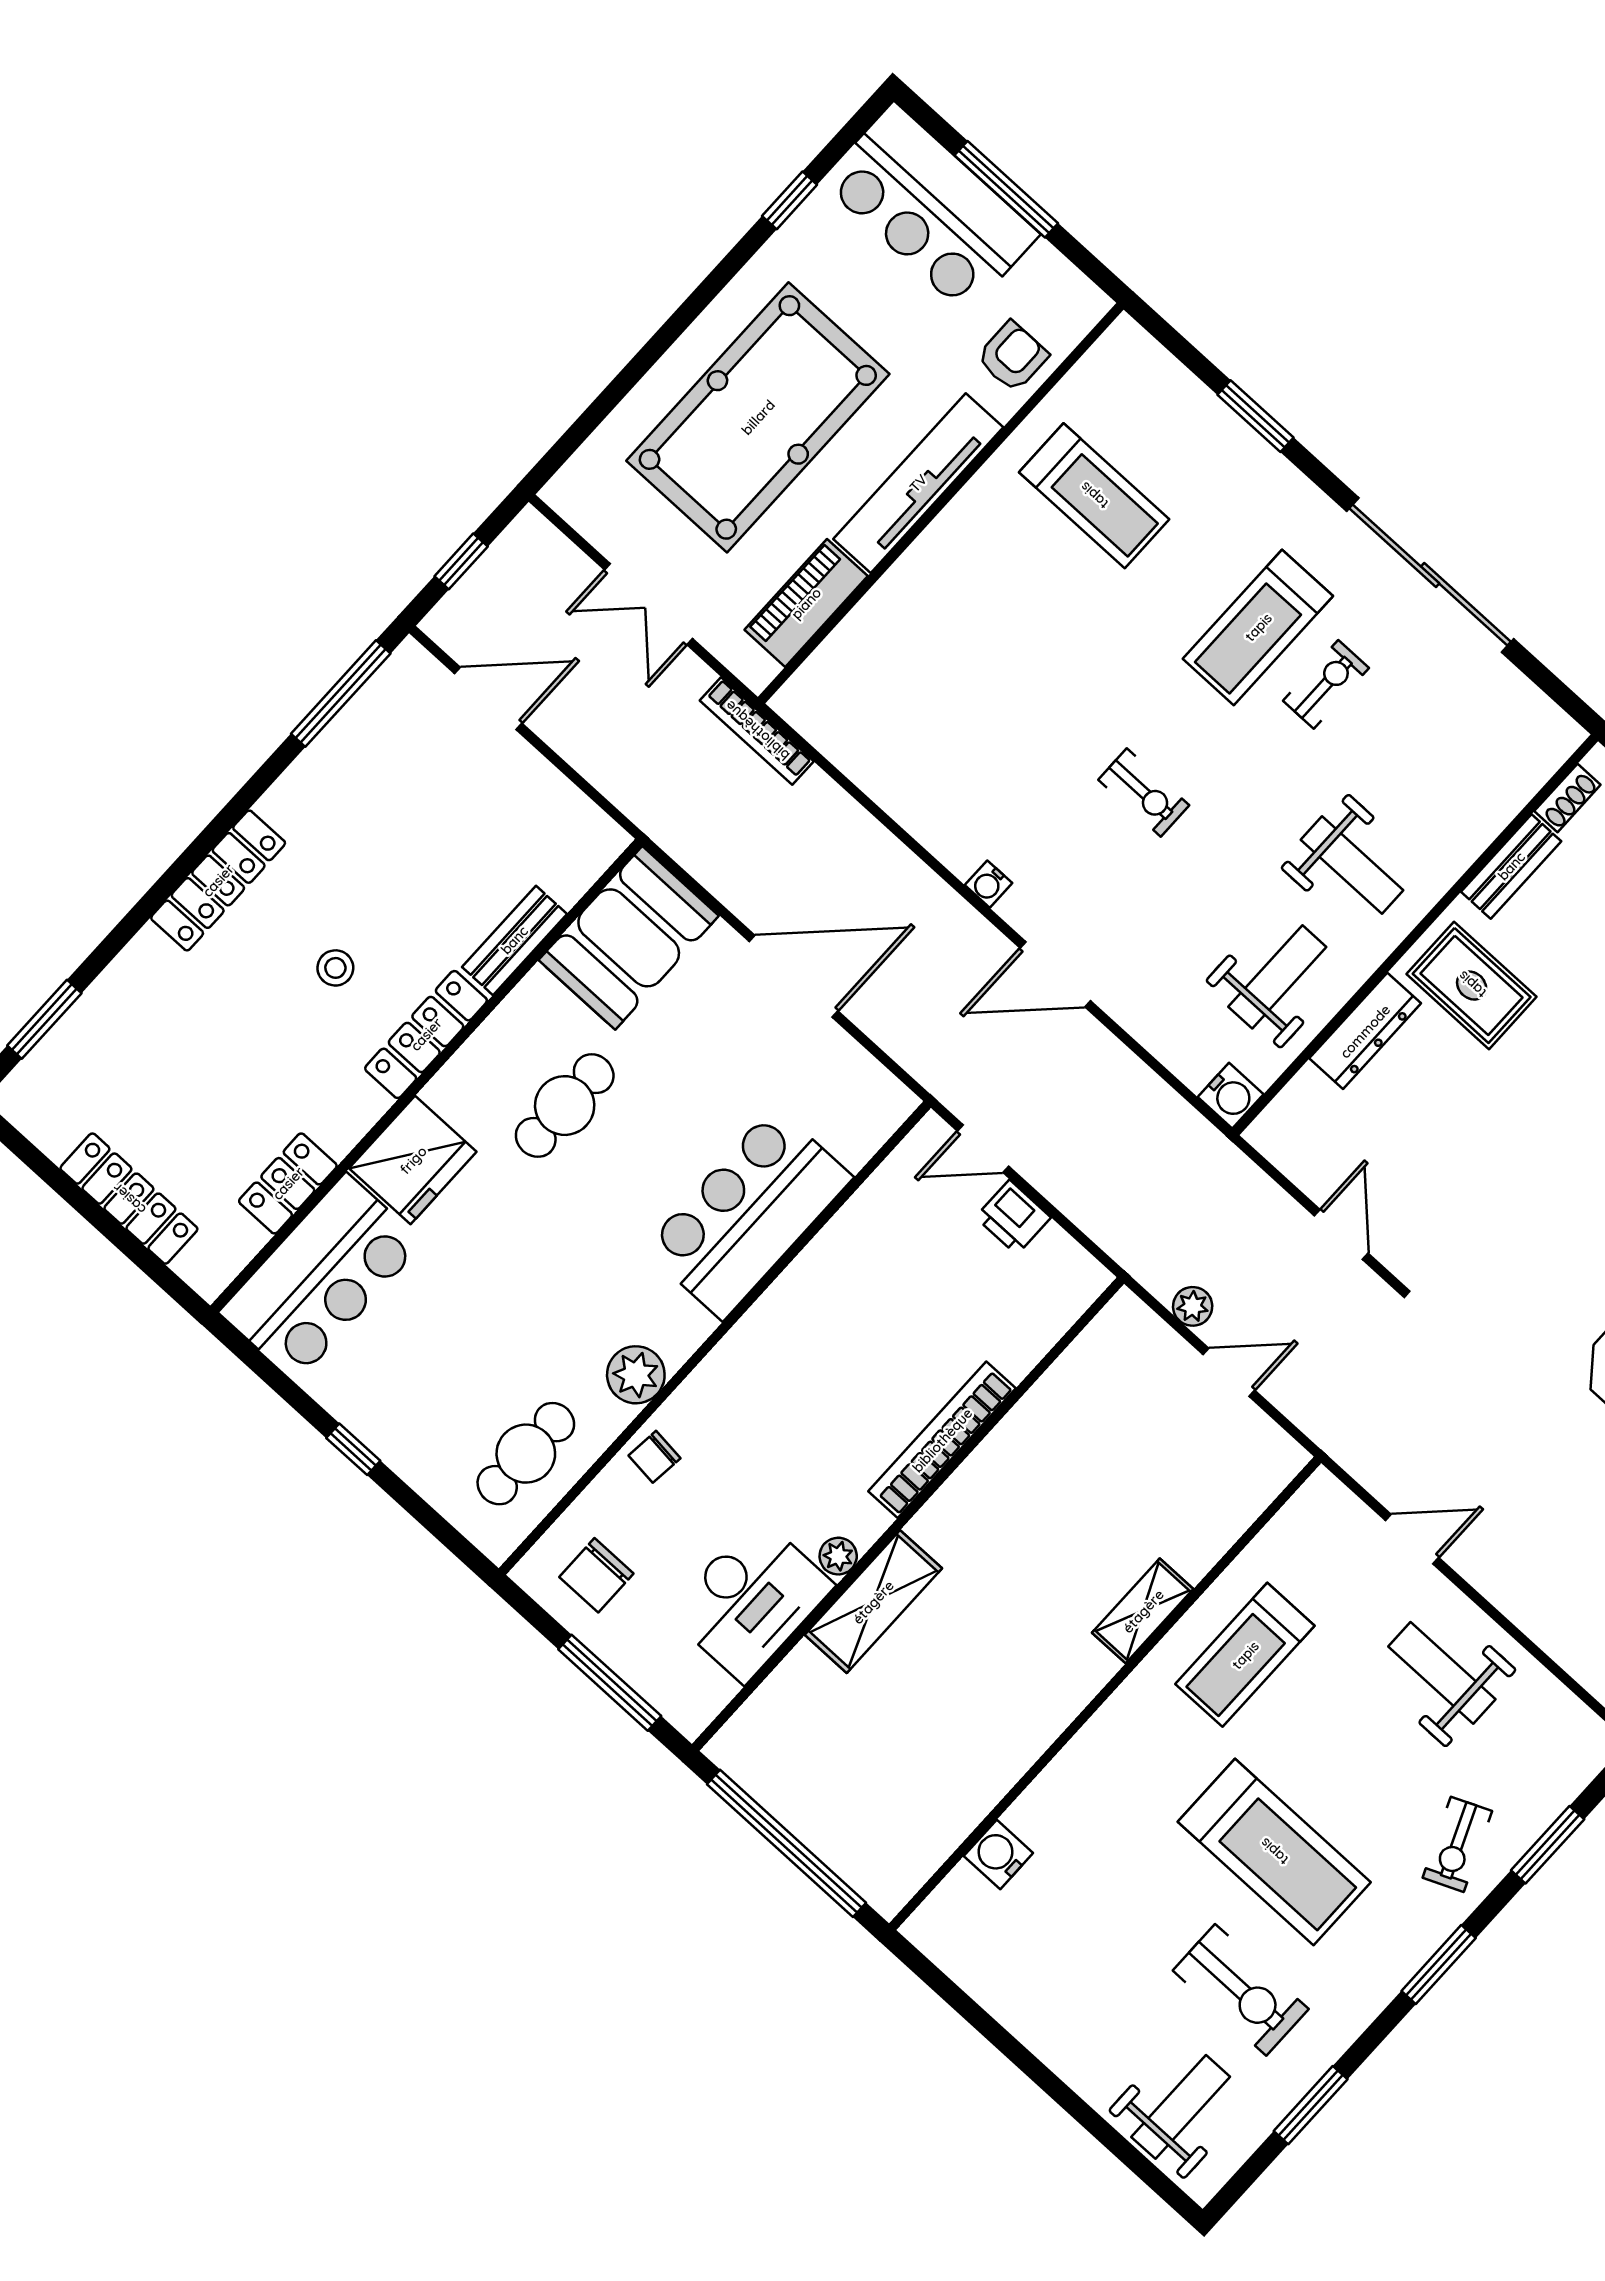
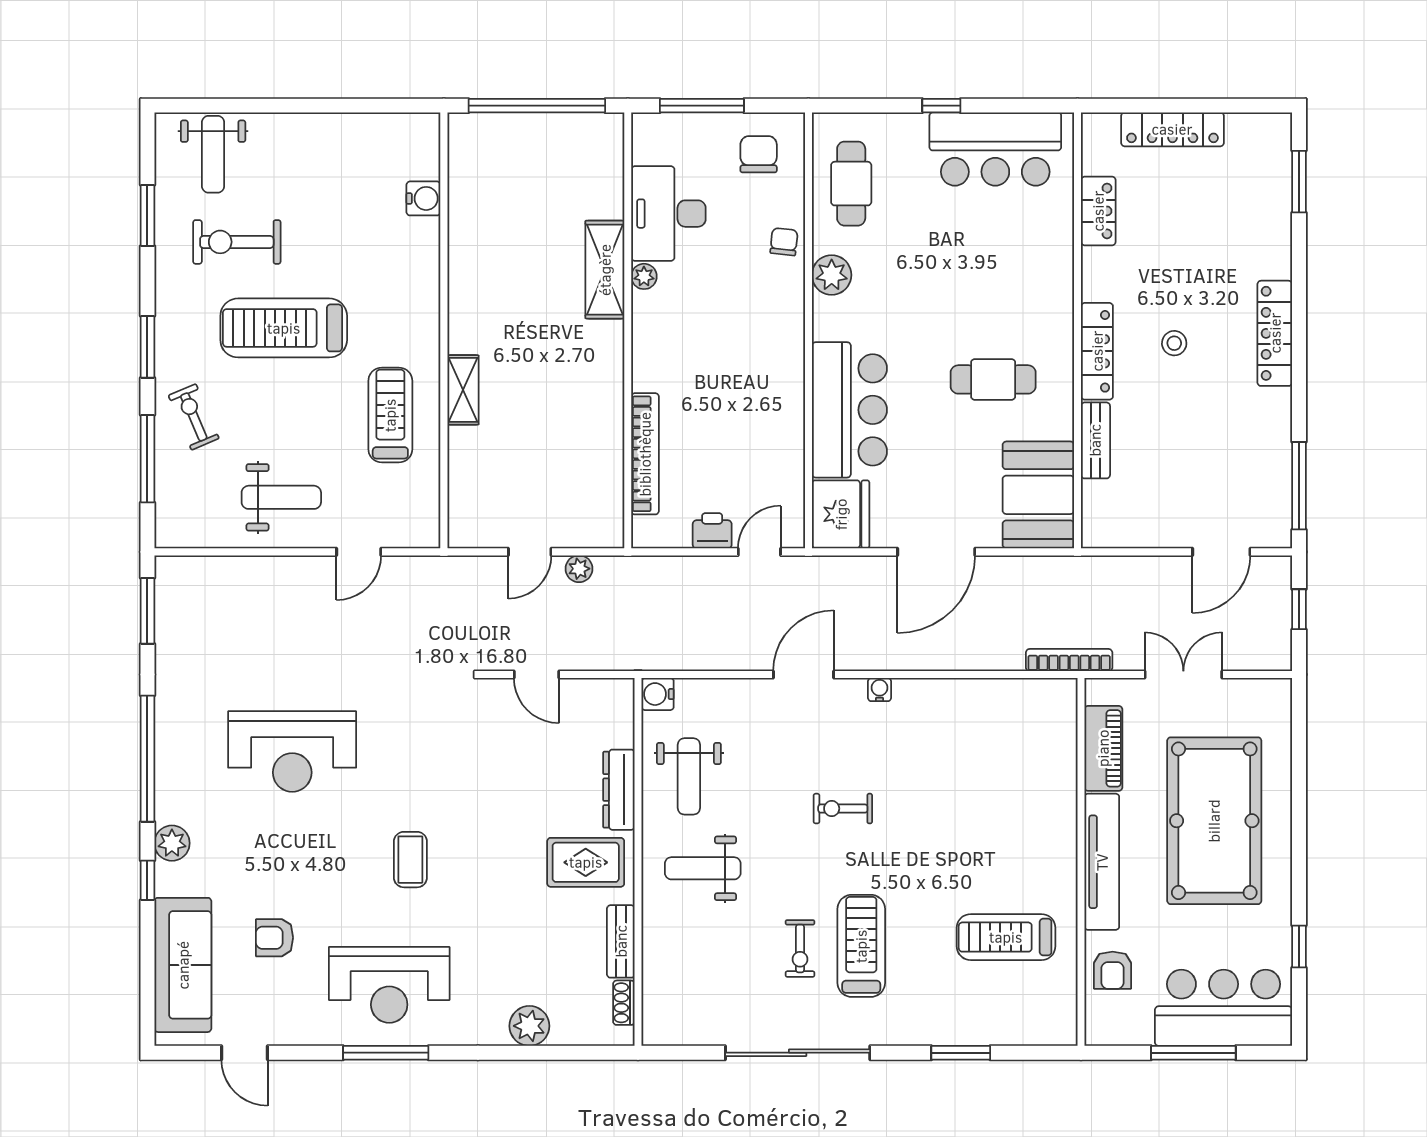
cafe table: (565, 1106) -> (993, 379), turned 90
fridge: (413, 1160) -> (841, 514), moved, turned 180
bar counter: (321, 1278) -> (995, 149), moved, turned -90
bookcase: (942, 1440) -> (645, 454), moved
window: (1548, 1845) -> (147, 459), width x1.44

